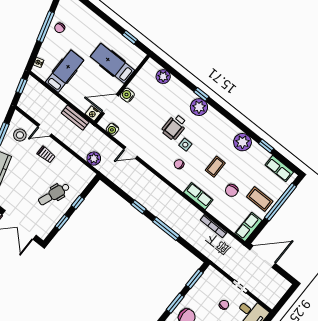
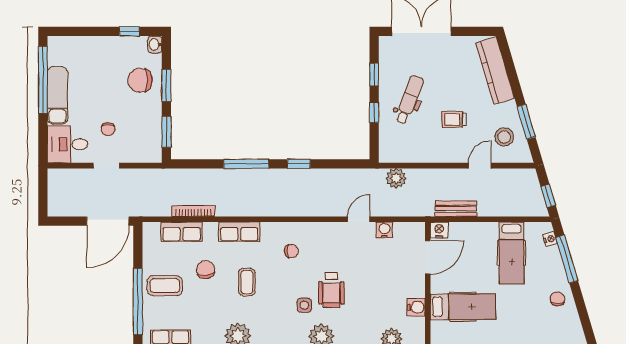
window: (46, 27) -> (567, 259), moved
water cooler: (127, 95) -> (416, 307), moved
wheelchair: (174, 127) -> (331, 290), turned 180
water cooler: (112, 129) -> (384, 230), moved
side table: (185, 145) -> (304, 305), moved
trolley: (46, 155) -> (454, 119), moved
row of seats: (248, 227) -> (182, 232), moved, turned 90

